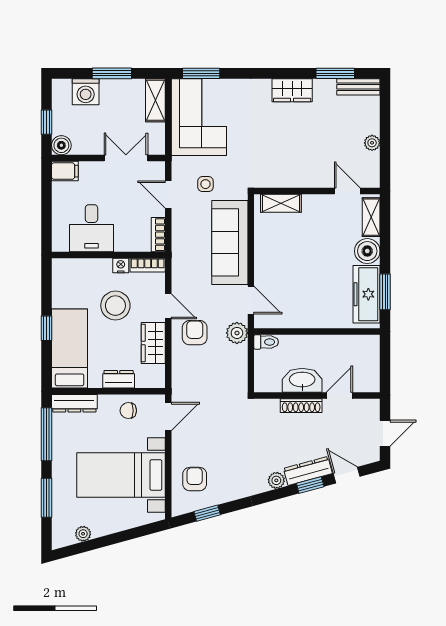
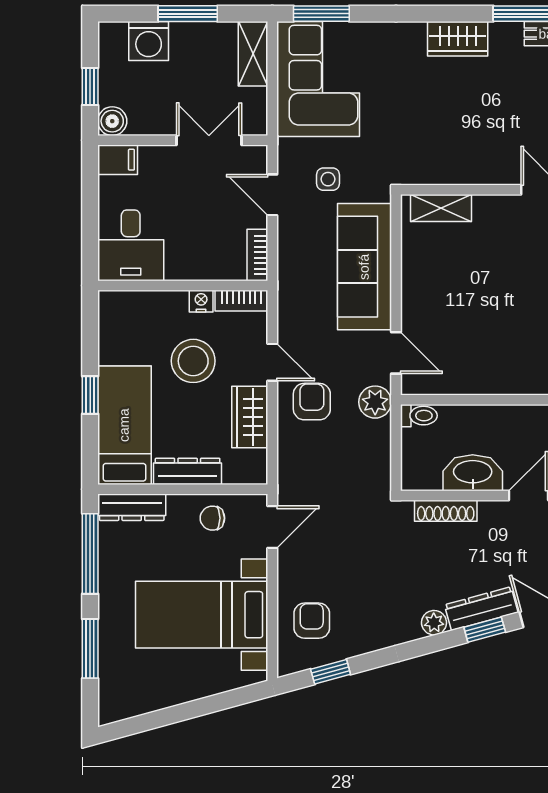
desk: (91, 228) -> (131, 245), moved
dresser: (119, 379) -> (188, 471), width x1.44
shoe rack: (301, 406) -> (446, 511), moved
plant: (83, 534) -> (145, 703), removed

